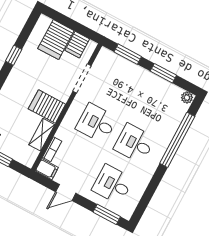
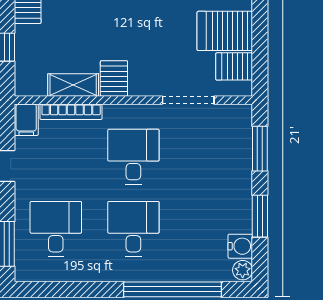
water cooler: (174, 92) -> (240, 246), added
server rack: (47, 107) -> (114, 78), width x0.73, depth x0.70
bookcase: (52, 149) -> (71, 112), width x1.56

